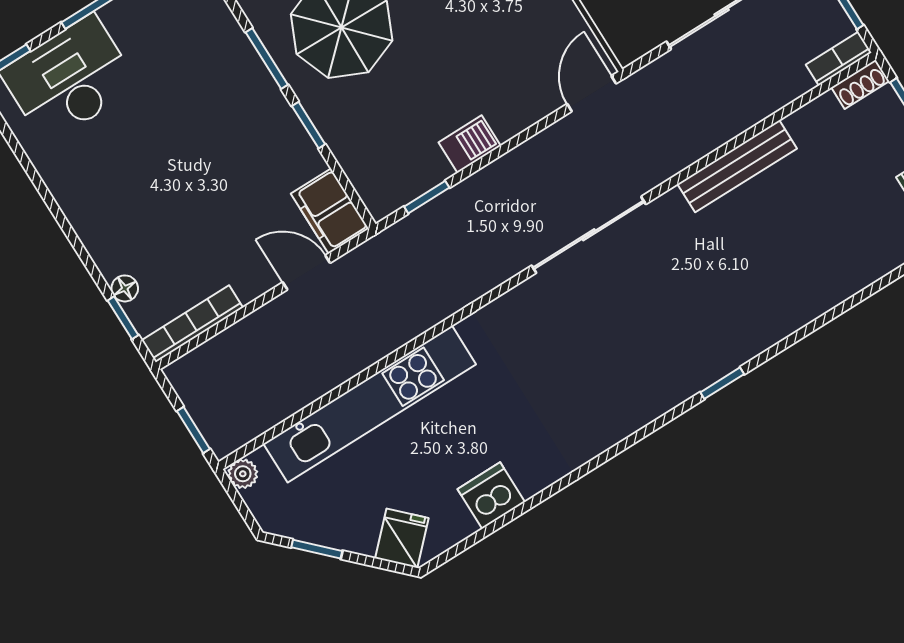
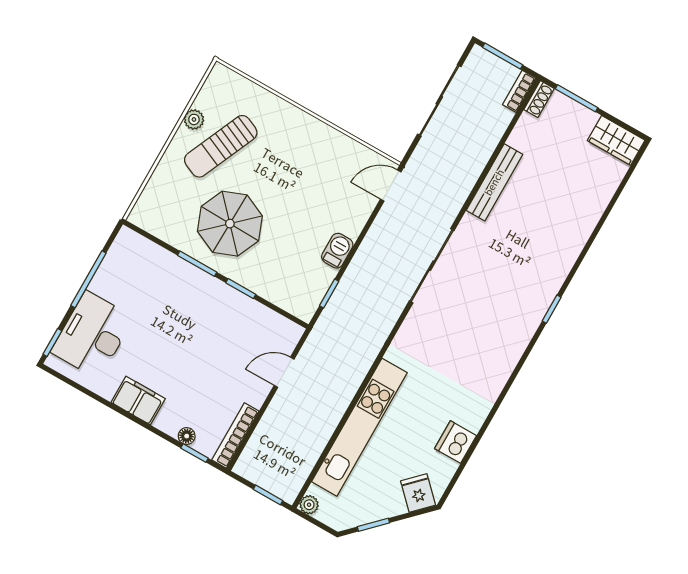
door: (592, 94) -> (391, 185), hinge flipped
filing cabinet: (330, 211) -> (138, 401), moved, turned 180

